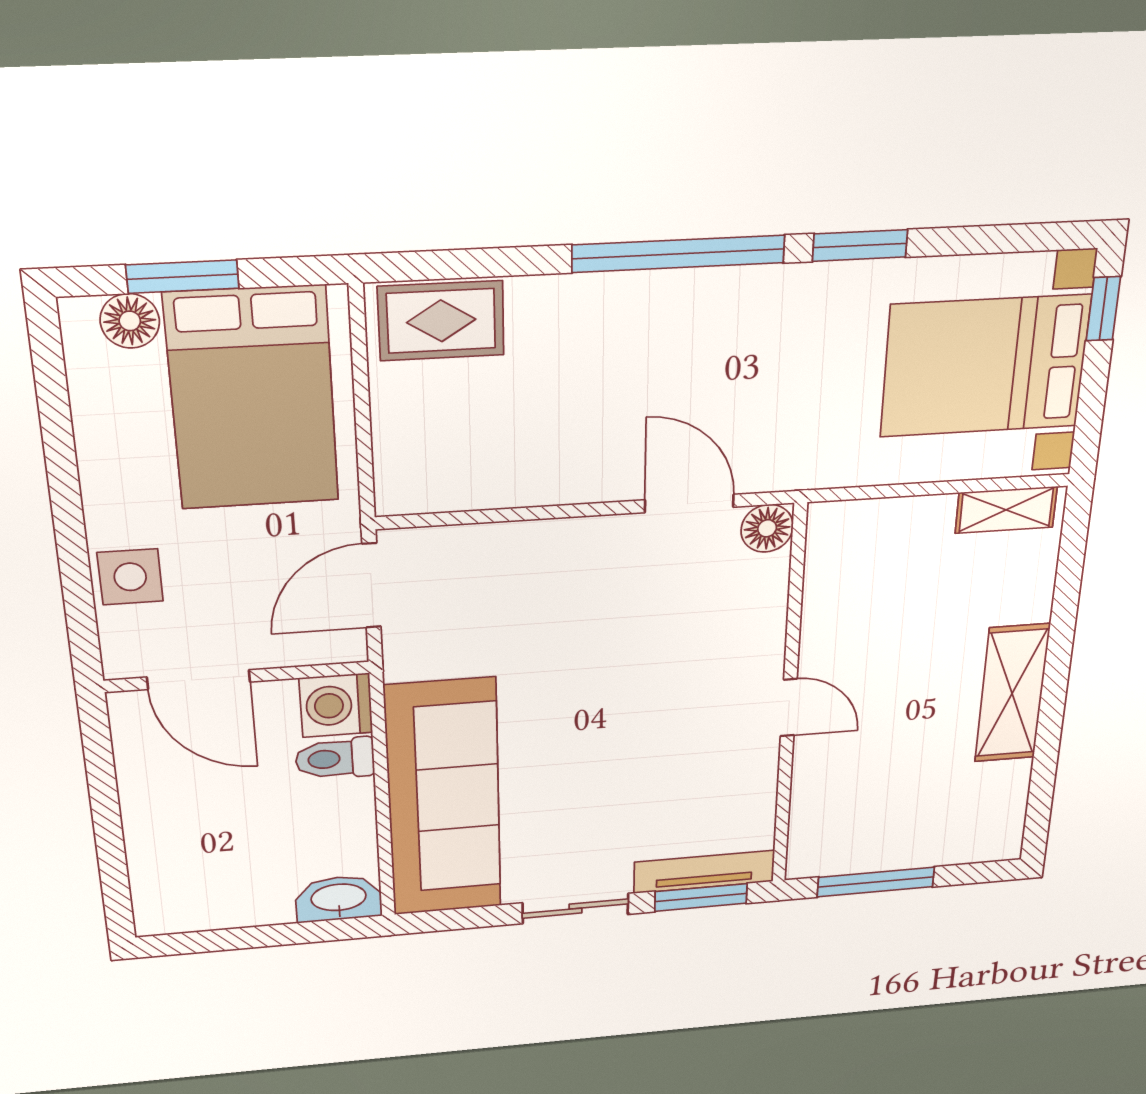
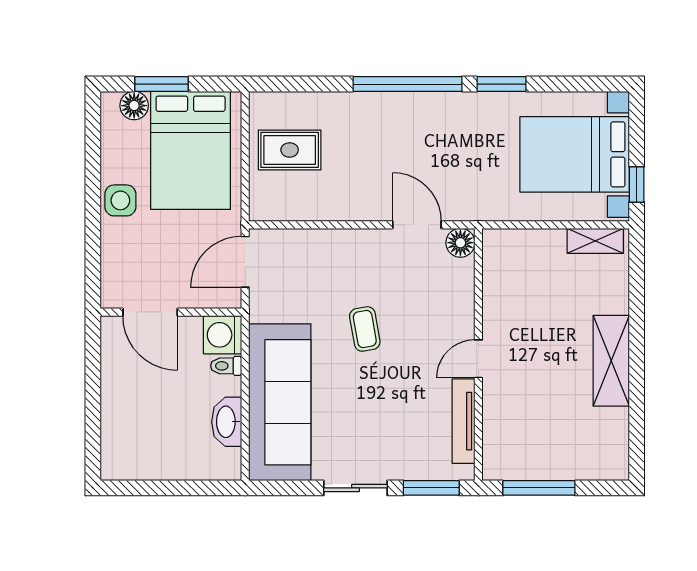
window: (1103, 309) -> (637, 184), moved
rug: (441, 321) -> (290, 150), moved
side table: (130, 577) -> (120, 200), moved
coffee table: (592, 677) -> (365, 329), added
door: (789, 708) -> (478, 359), swing flipped
toilet: (335, 759) -> (226, 366), width x0.73, depth x0.72
tv unit: (704, 872) -> (463, 421), moved, turned -90
washbasin: (339, 899) -> (227, 422), moved, turned -90

